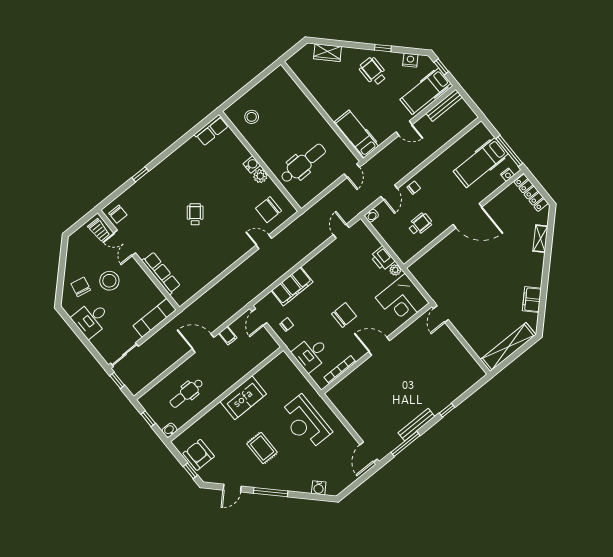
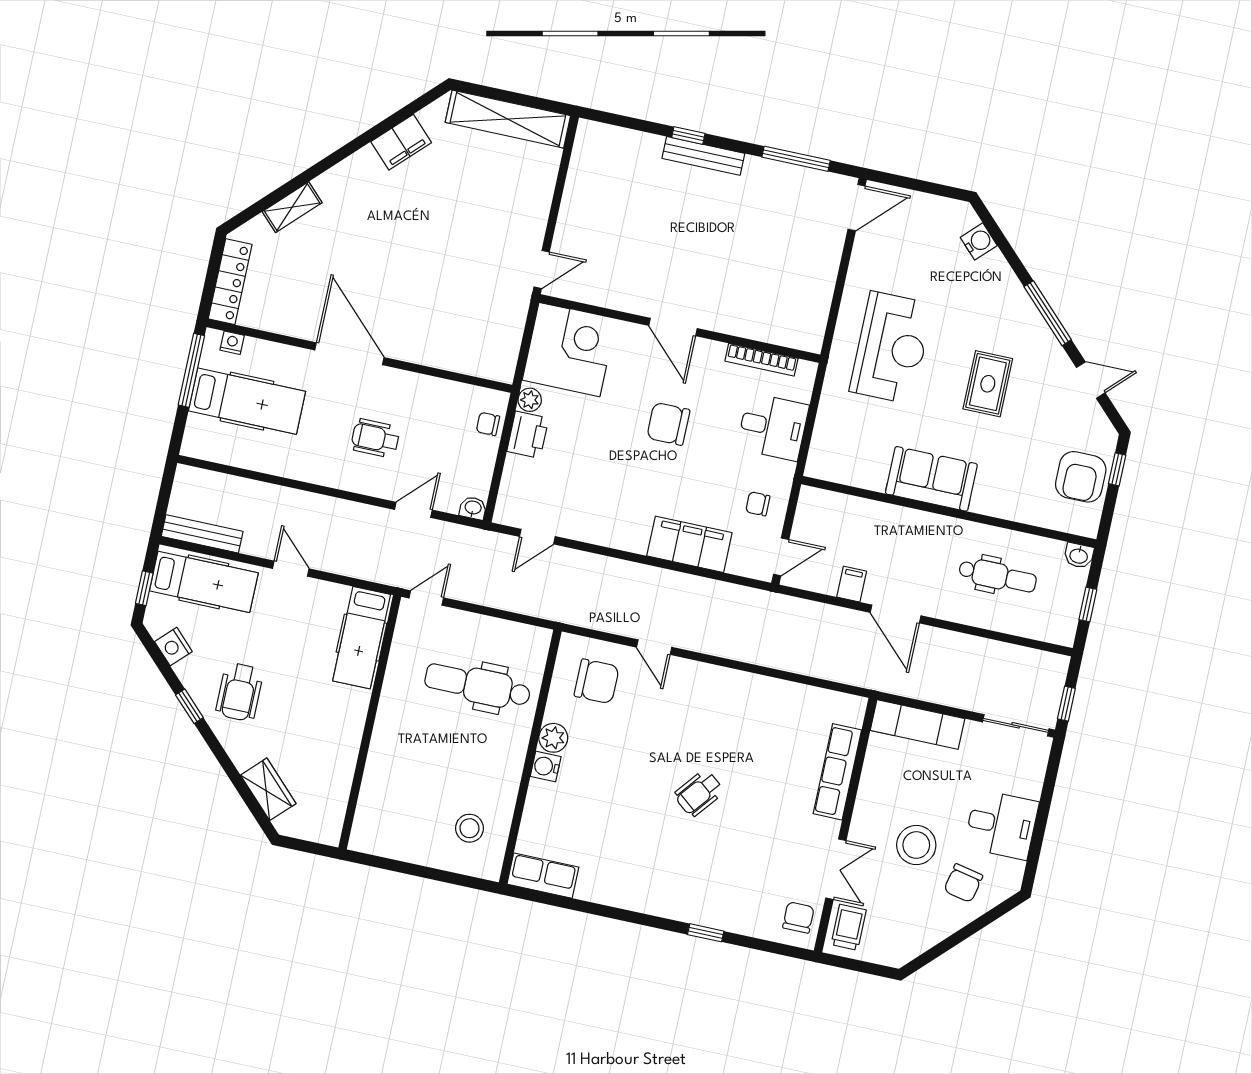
chair: (414, 188) -> (488, 424), moved
wheelchair: (420, 224) -> (375, 438), moved
bench: (416, 425) -> (703, 156), moved

